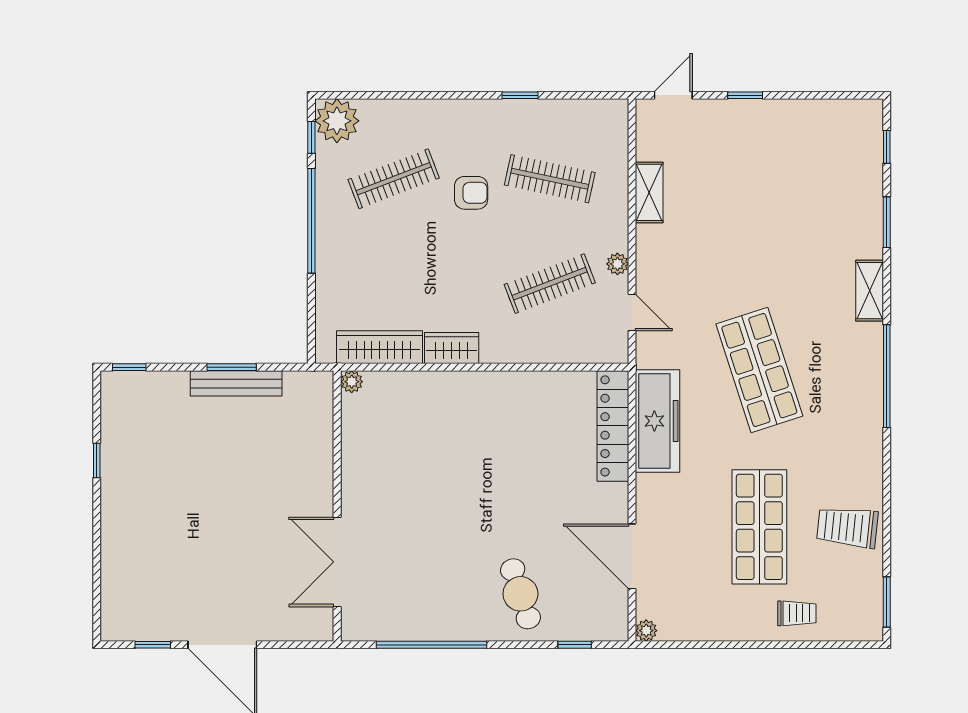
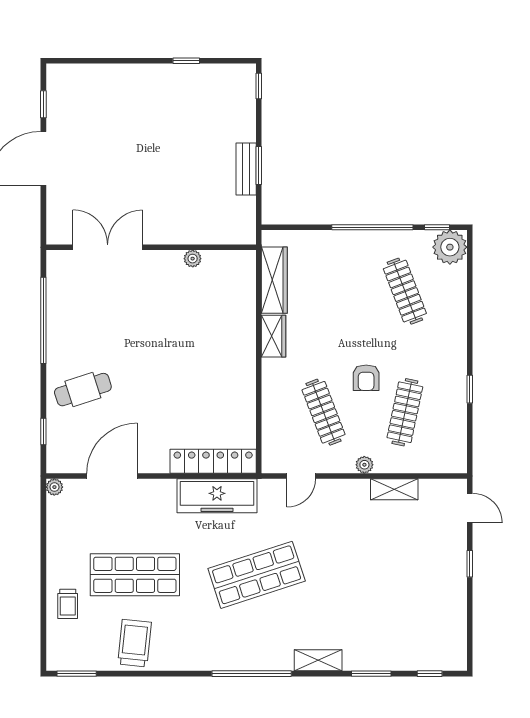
armchair: (471, 193) -> (366, 378), moved
plant: (617, 264) -> (364, 465), moved
plant: (352, 382) -> (193, 259), moved
bench: (236, 383) -> (246, 169), width x0.73

